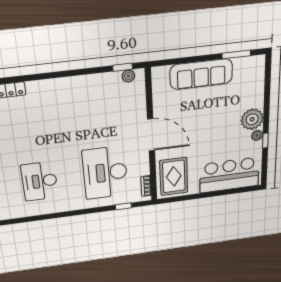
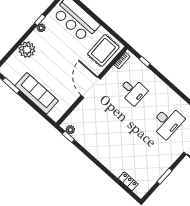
plant: (252, 119) -> (27, 50), moved
desk: (105, 173) -> (133, 91), width x0.53, depth x0.77

